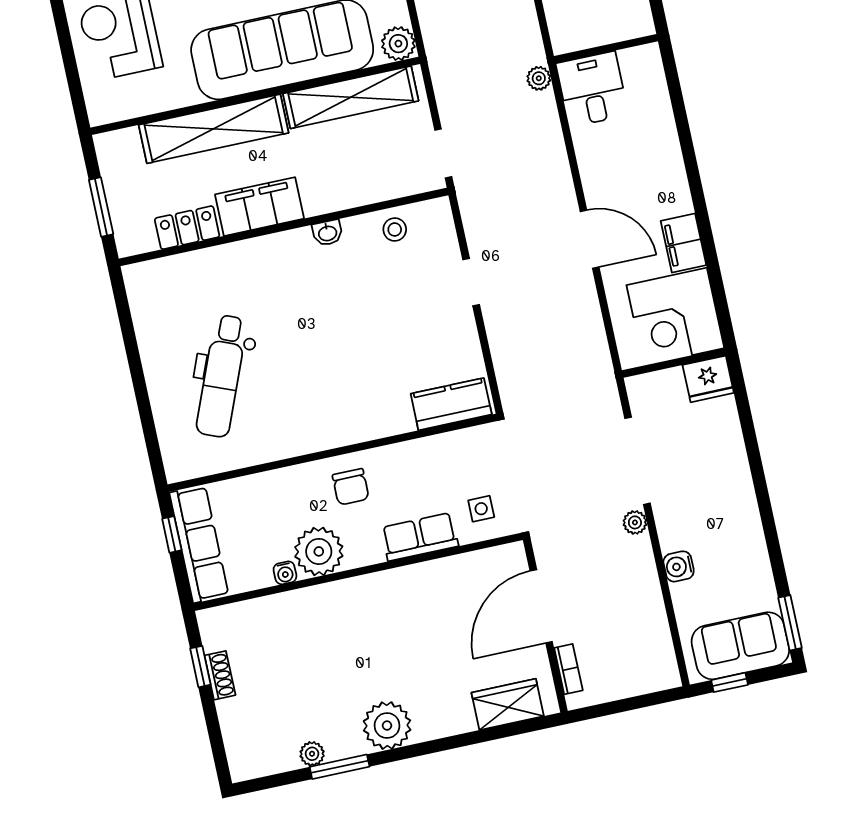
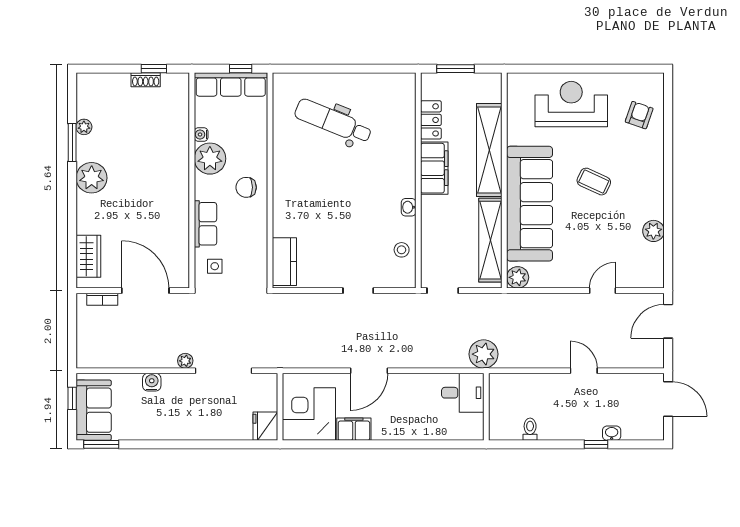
plant: (539, 78) -> (484, 354), width x1.88, depth x1.88

